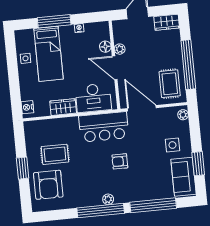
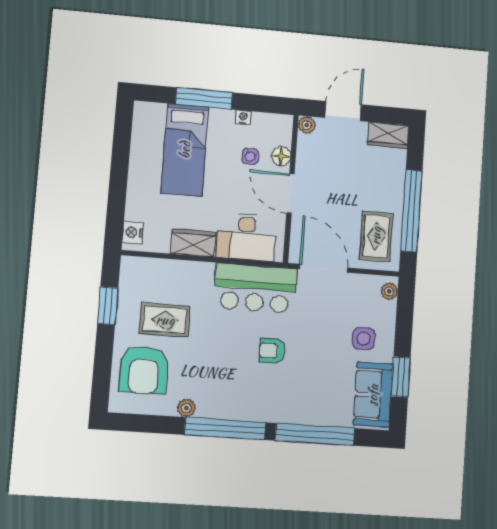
plant: (120, 49) -> (307, 125), moved
side table: (26, 58) -> (250, 156), moved
window: (23, 168) -> (108, 306), moved
plant: (108, 199) -> (186, 408), moved

